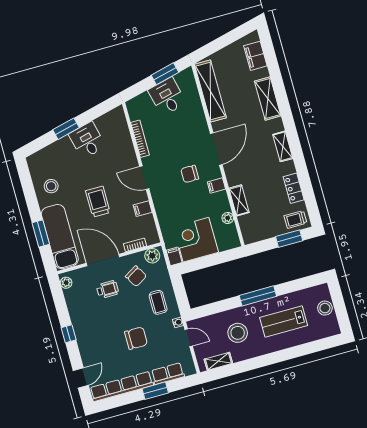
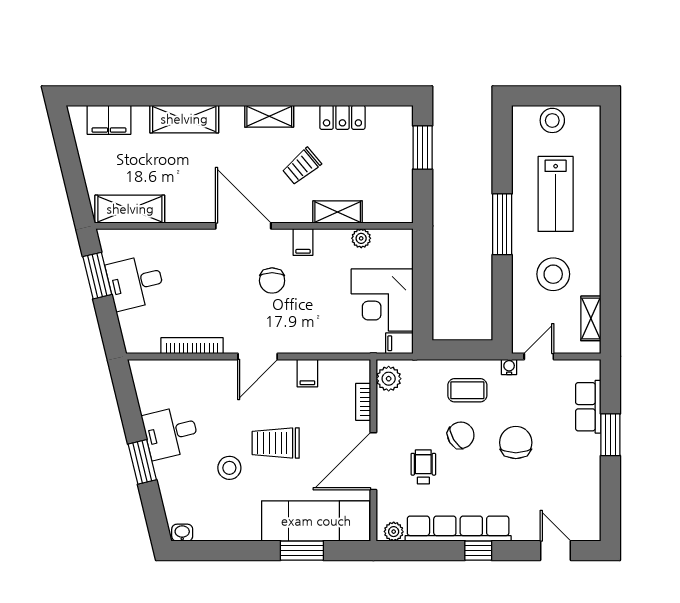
shelving: (210, 91) -> (130, 209), width x0.68
washbasin: (32, 163) -> (182, 533), added
stool: (51, 186) -> (229, 468), moved
trolley: (295, 219) -> (302, 166), moved, turned 50
chair: (136, 276) -> (461, 435), moved
row of seats: (122, 386) -> (458, 529), moved, turned 90

